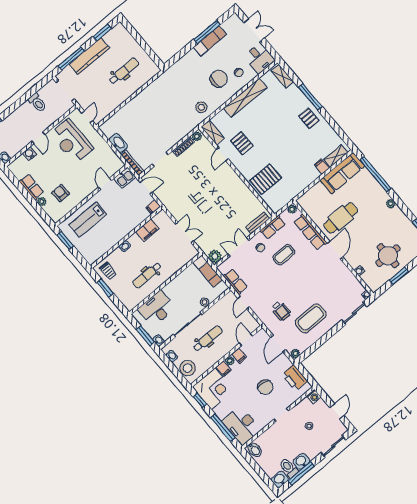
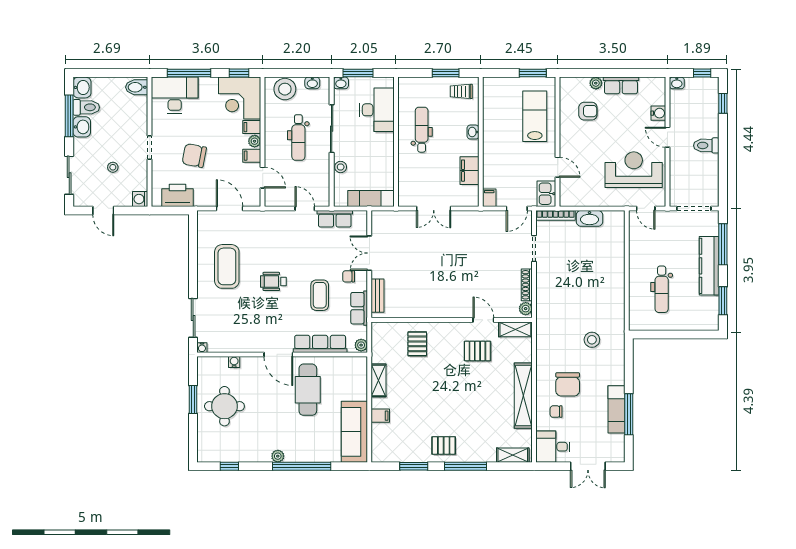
toilet: (37, 103) -> (706, 145), moved
stool: (201, 107) -> (592, 340), moved
window: (334, 125) -> (414, 466), added
shelving: (336, 156) -> (379, 380), moved
window: (375, 174) -> (302, 466), moved
pallet: (266, 179) -> (417, 344), width x0.67, depth x0.71
double door: (238, 247) -> (369, 253), swing flipped
plant: (215, 256) -> (380, 219), removed
wheelchair: (281, 311) -> (273, 281), moved
plant: (295, 353) -> (203, 218), removed

